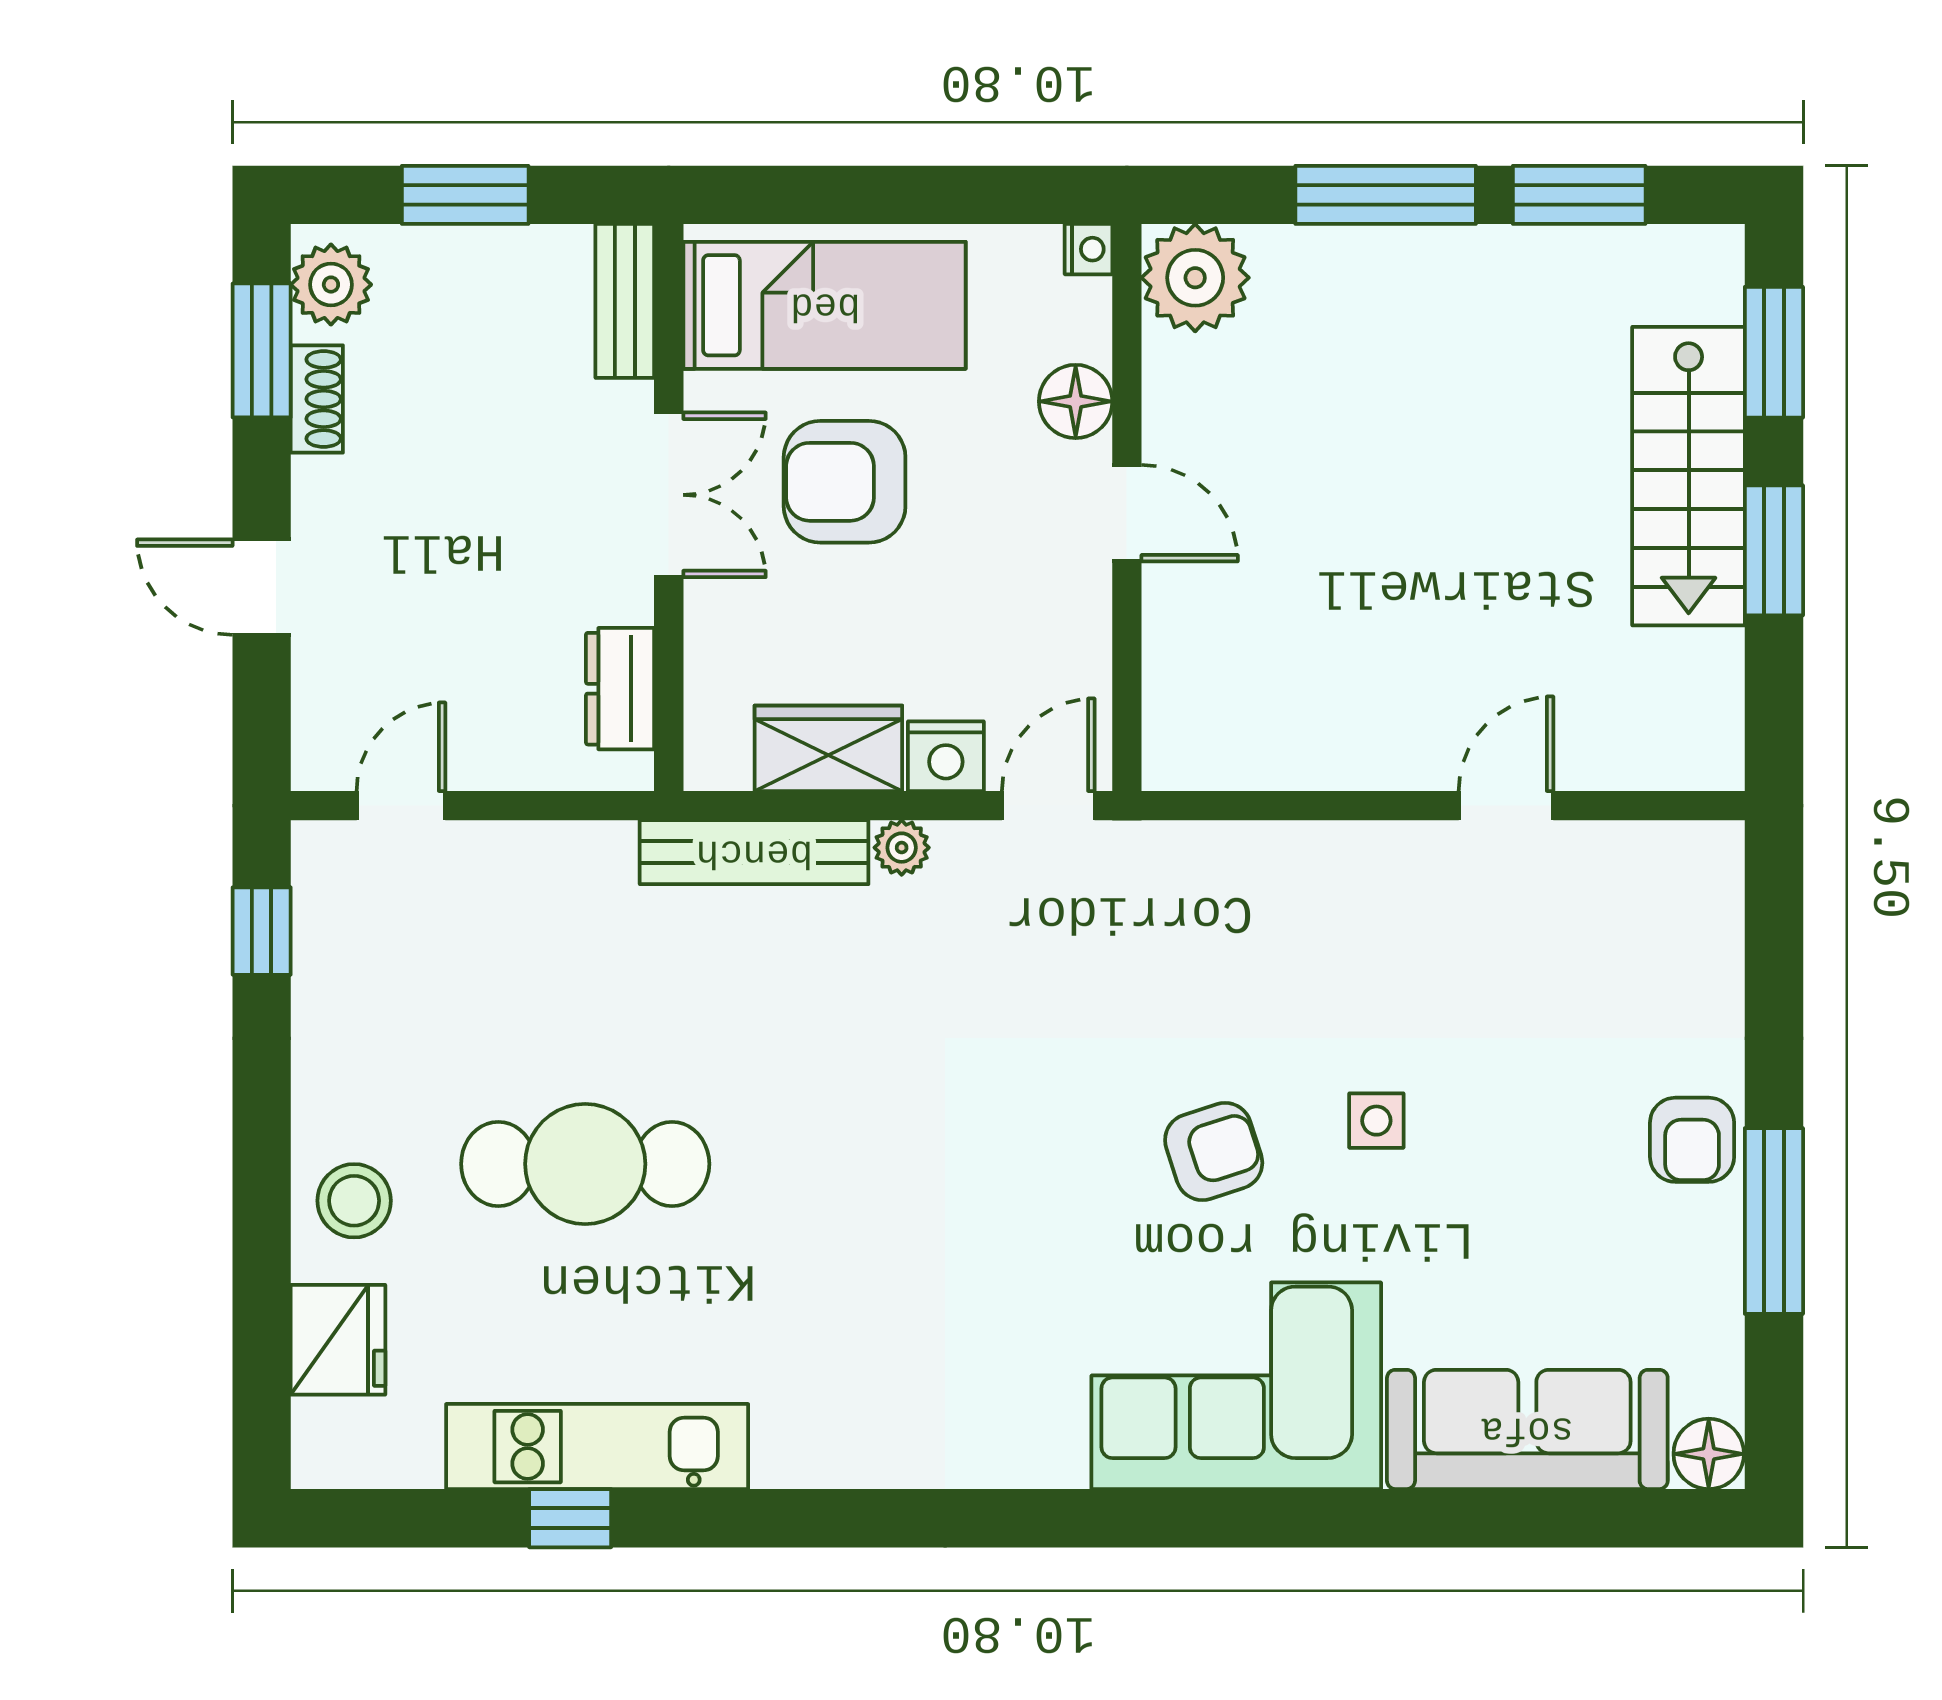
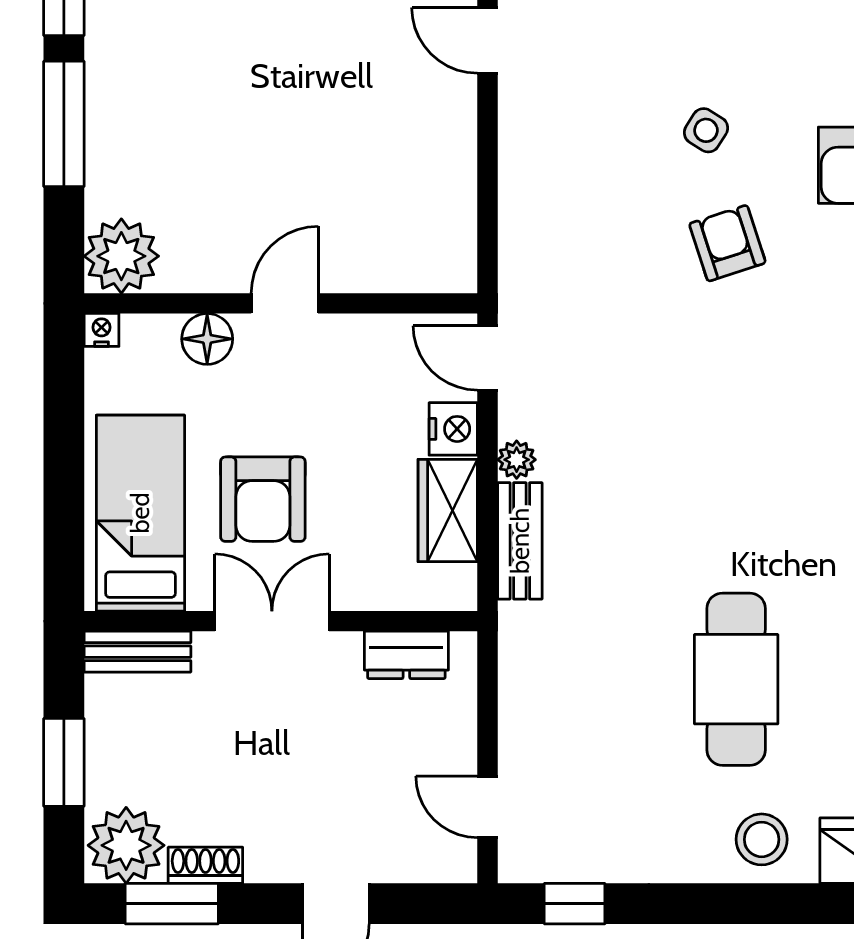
plant: (331, 285) -> (126, 845), width x1.36, depth x1.36
bench: (754, 852) -> (520, 541), width x0.73
side table: (1376, 1121) -> (706, 130), turned 32

